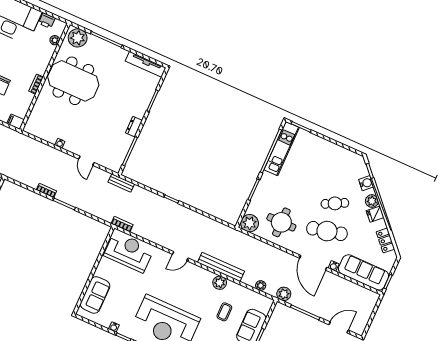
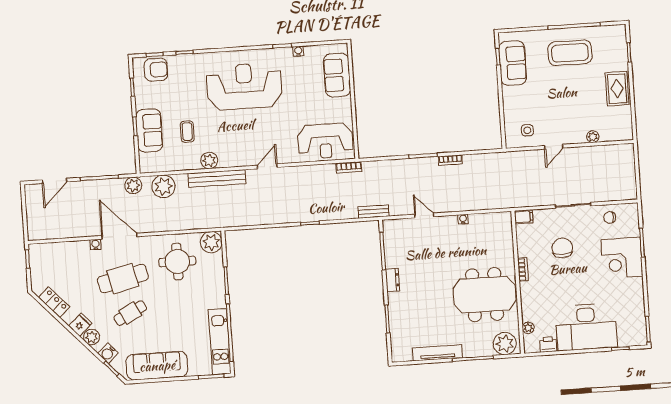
tv unit: (146, 64) -> (437, 353), moved
sofa: (364, 272) -> (157, 366), moved, turned 180
plant: (261, 286) -> (163, 186), width x1.88, depth x1.88

